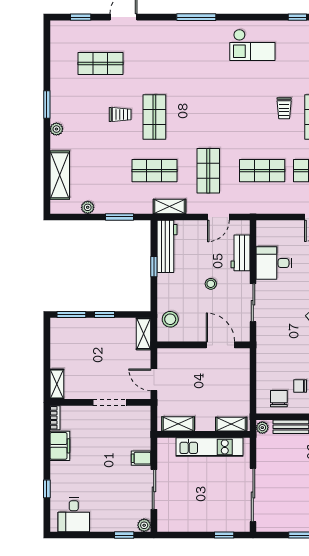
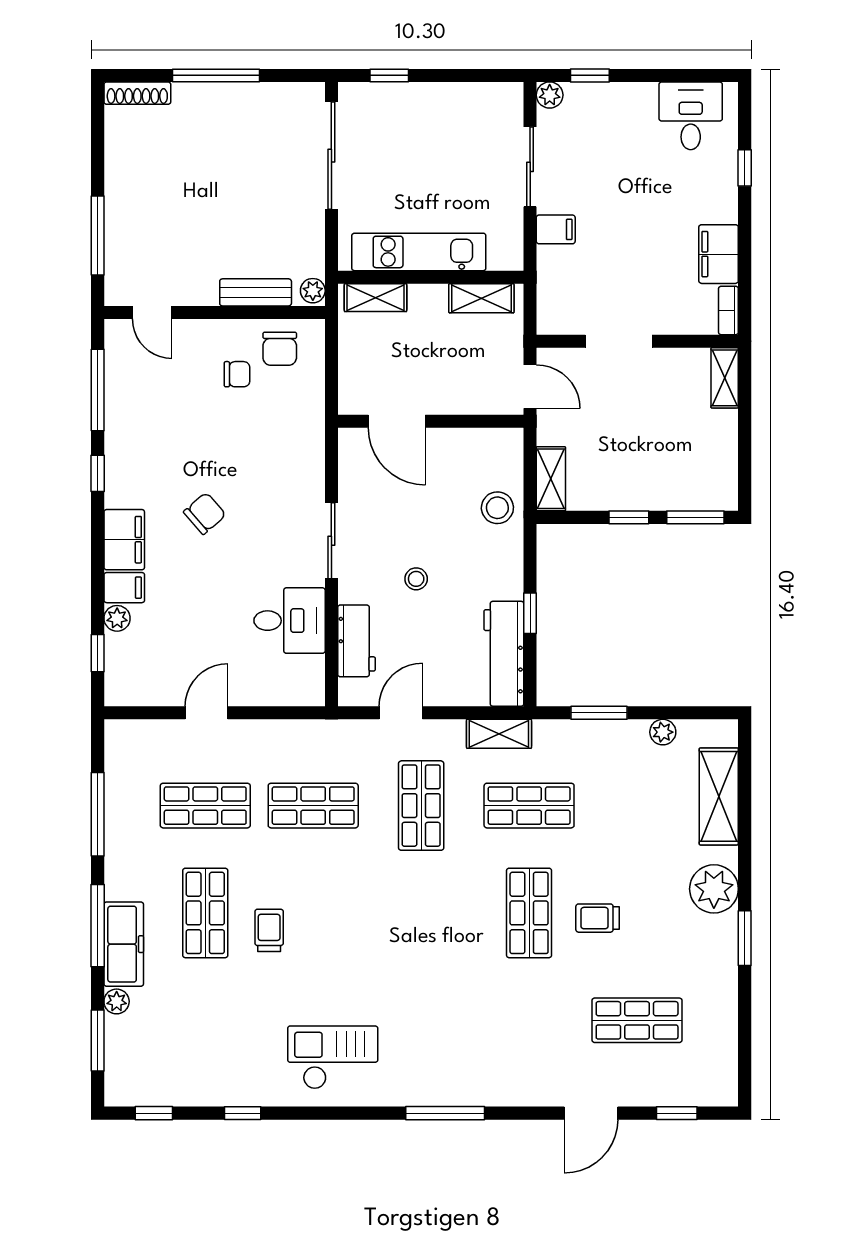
plant: (56, 129) -> (714, 889), width x1.88, depth x1.88
wall: (203, 345) -> (431, 421), moved
door: (220, 345) -> (397, 421), moved

